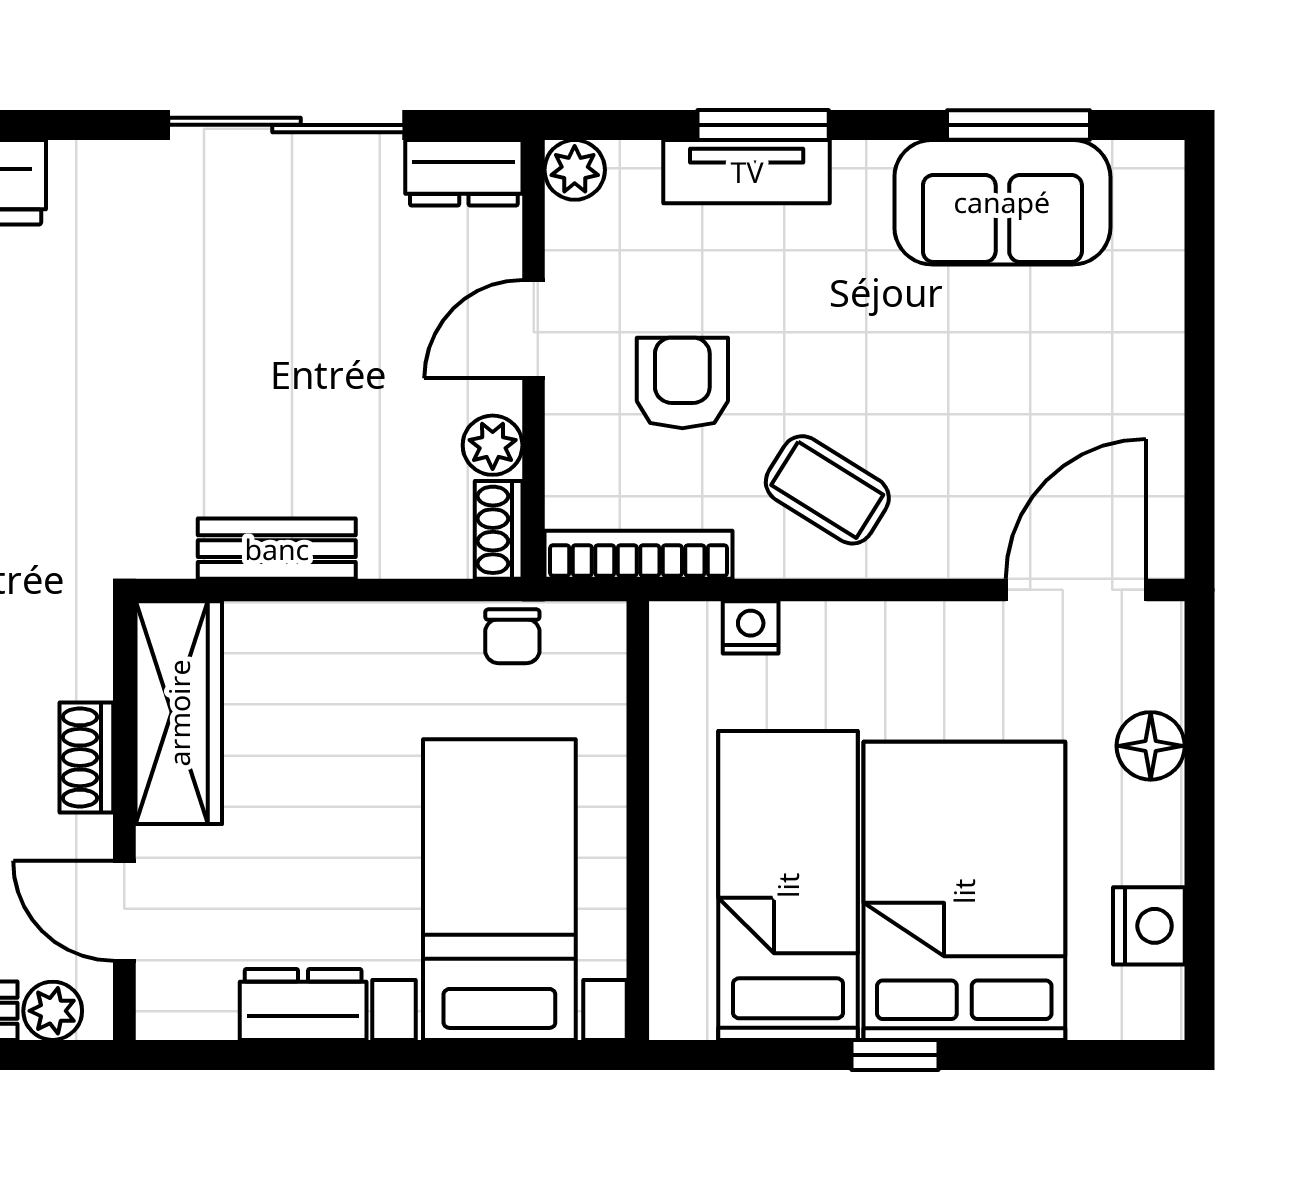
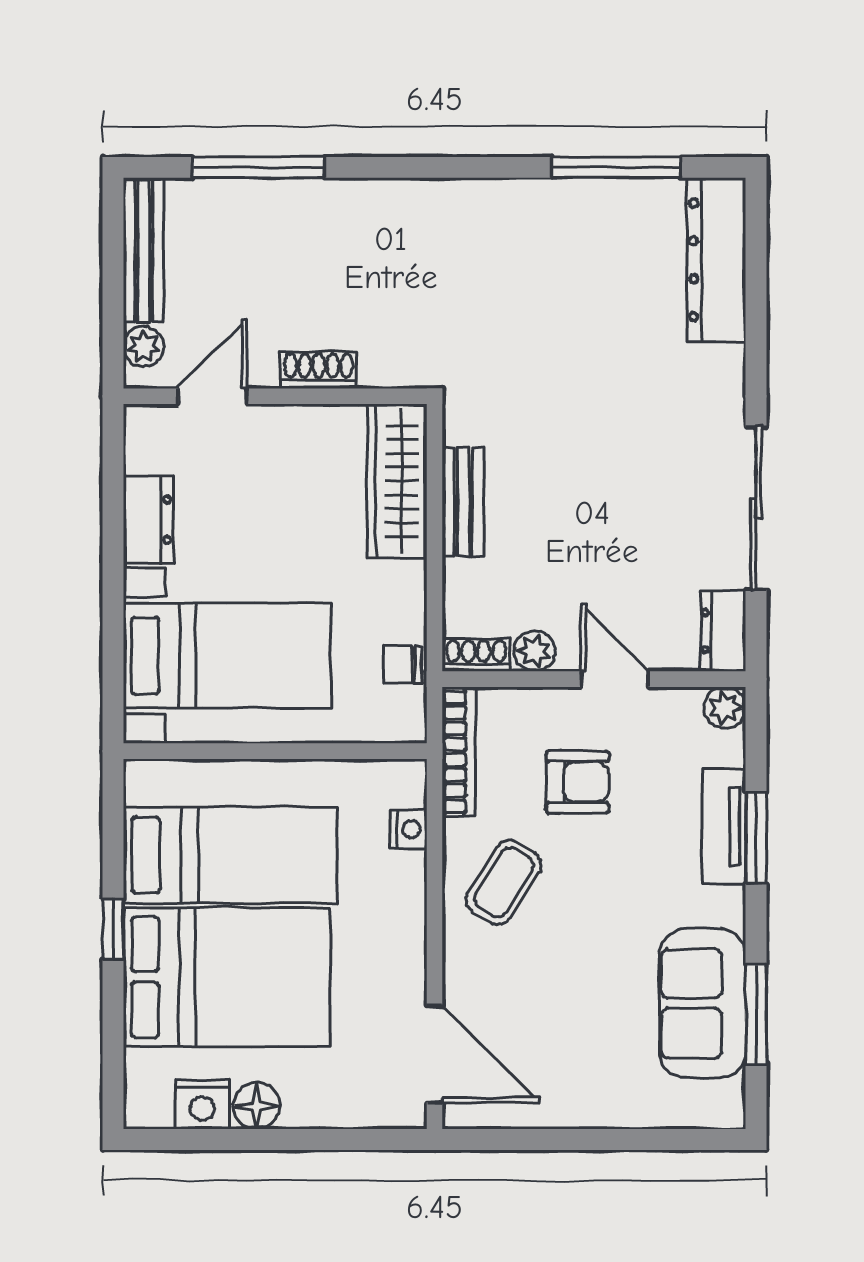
wardrobe: (179, 713) -> (397, 481), moved, turned 90
floor lamp: (1151, 746) -> (257, 1106), moved

